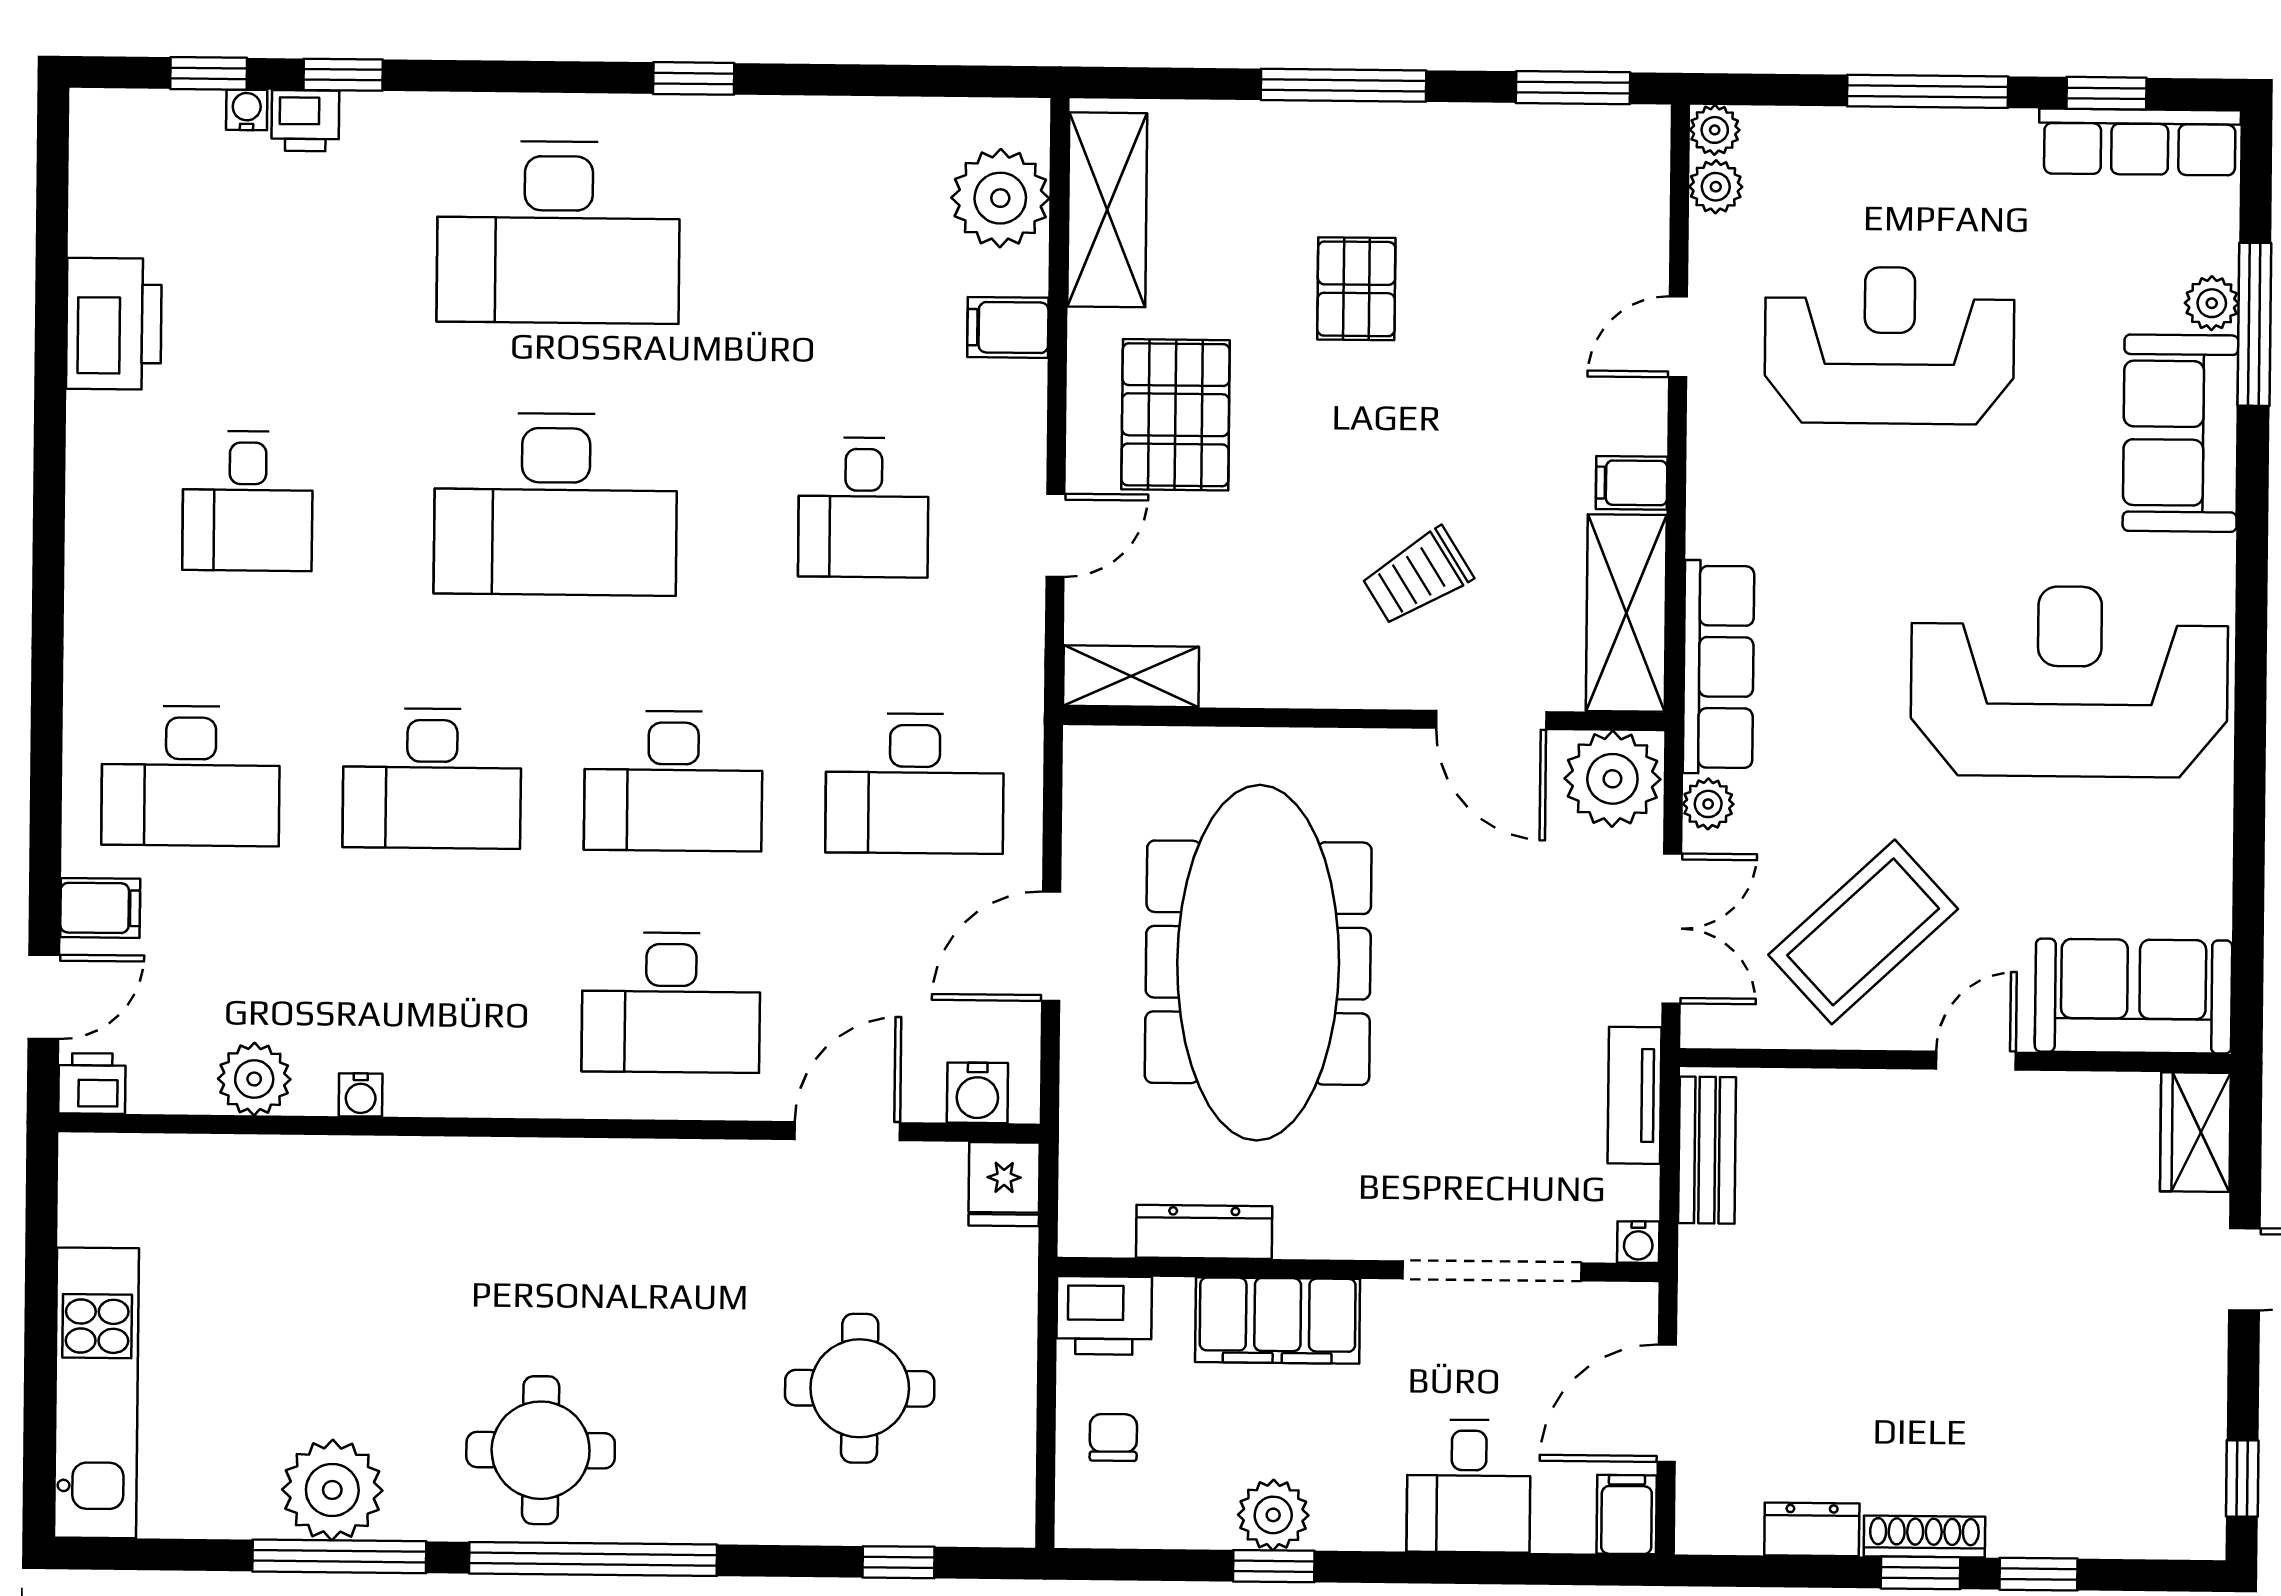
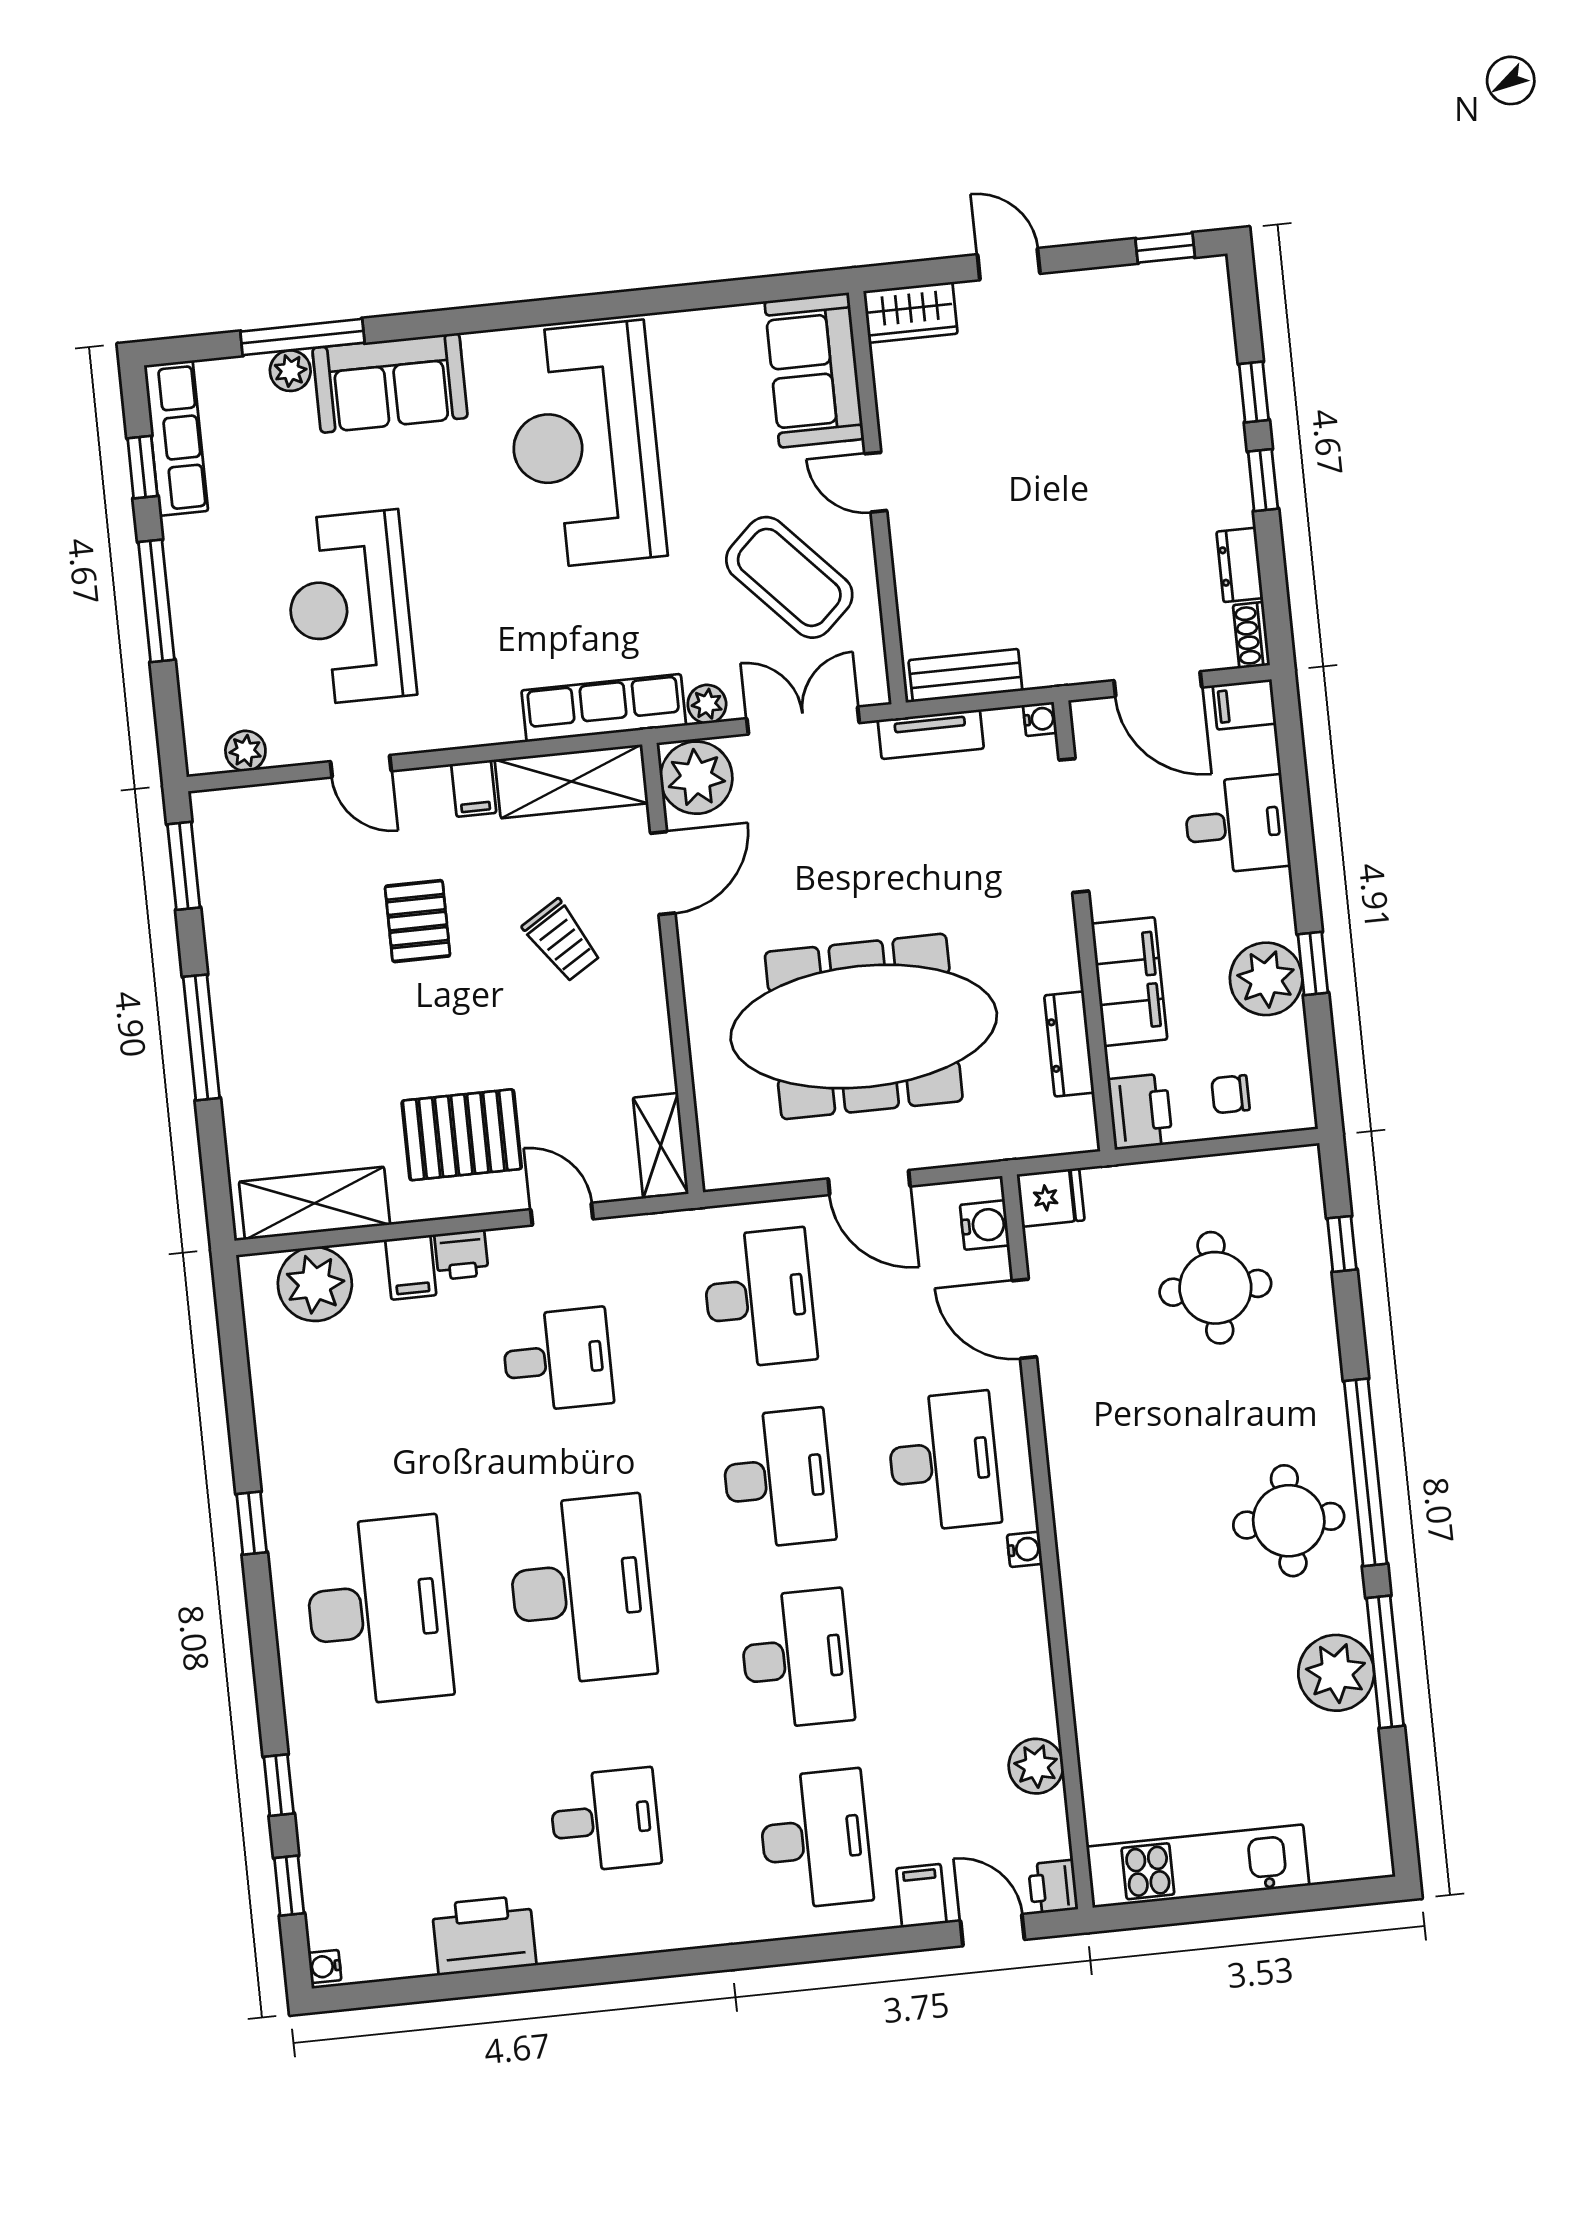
water cooler: (247, 110) -> (325, 1966), moved
printer: (305, 121) -> (461, 1255), moved, turned 90
plant: (1715, 130) -> (203, 756), removed
pallet: (1356, 289) -> (418, 921), moved, turned 90
water cooler: (361, 1095) -> (1025, 1549), moved
kitchen unit: (96, 1393) -> (1198, 1866), moved
plant: (1273, 1515) -> (1266, 979), width x1.36, depth x1.36
shoe rack: (1924, 1537) -> (1252, 635), moved, width x0.70

